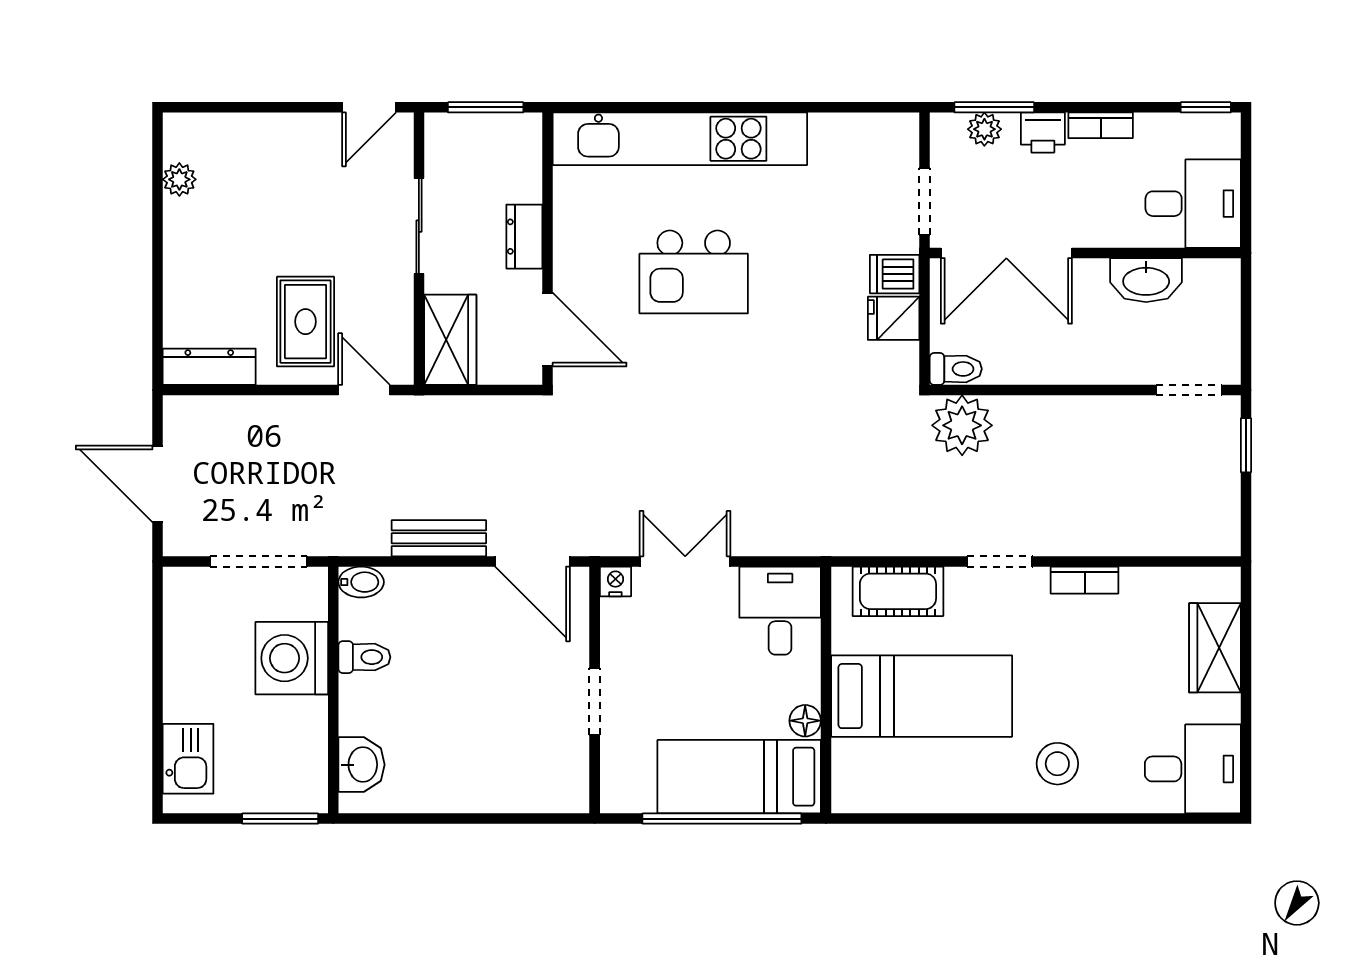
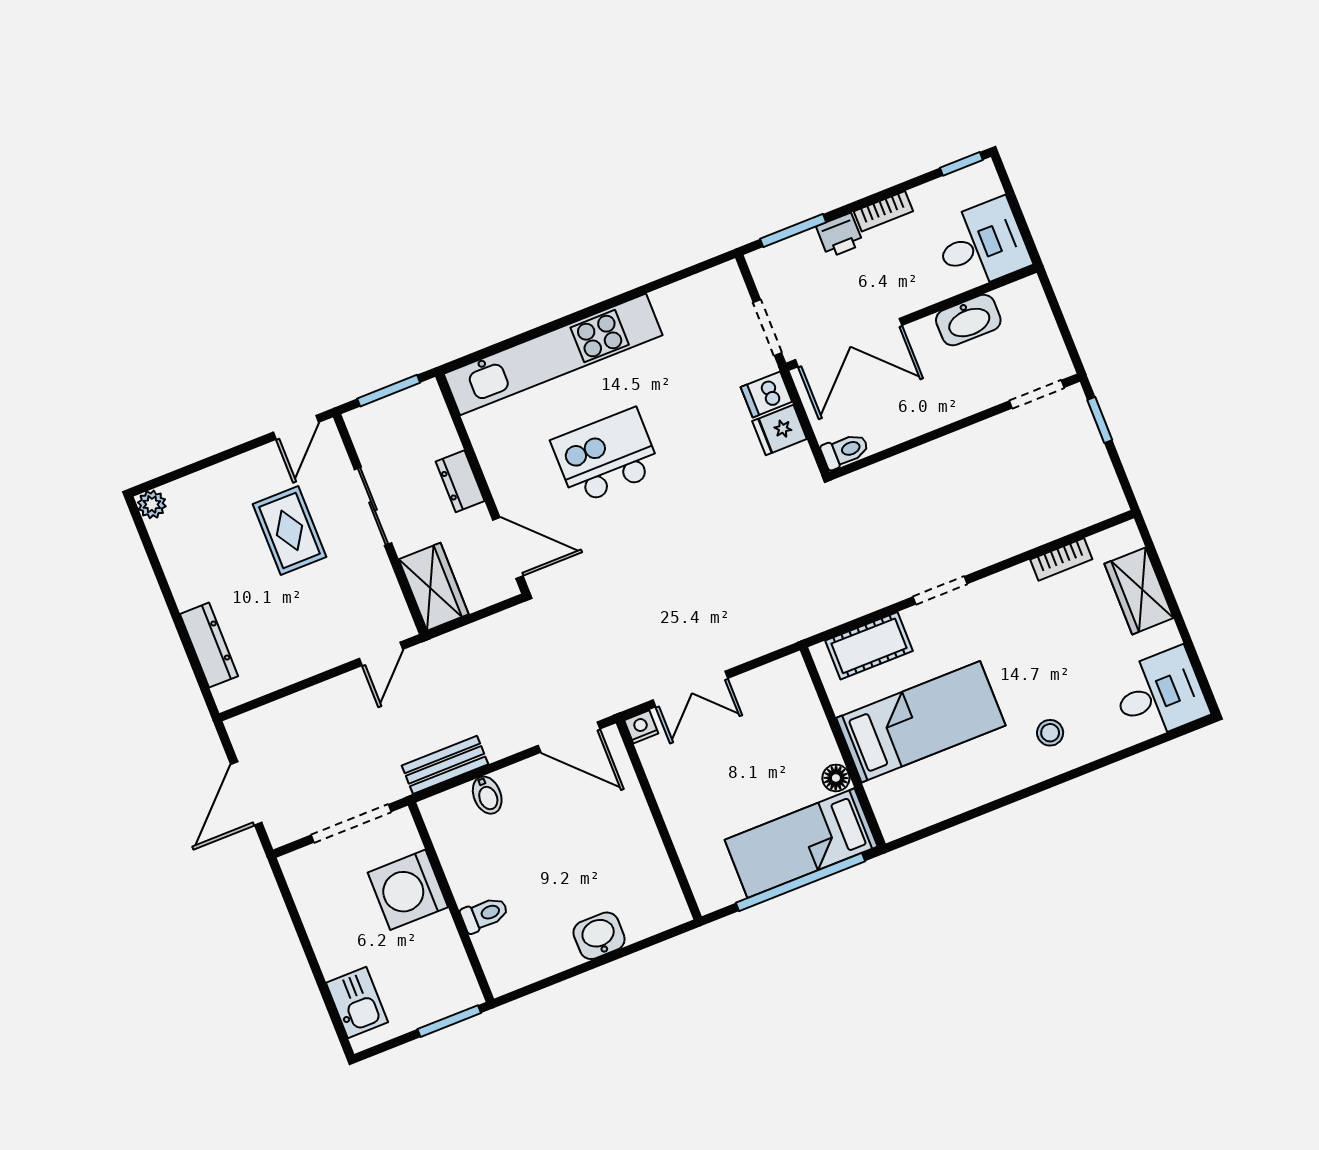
plant: (984, 129) -> (792, 251), removed
plant: (179, 179) -> (152, 504), moved
kitchen island: (694, 272) -> (606, 456), turned 180
rug: (305, 322) -> (289, 530), moved
dresser: (209, 367) -> (209, 645), moved, turned 90
door: (364, 390) -> (381, 654), swing flipped
plant: (962, 425) -> (868, 494), removed
door: (158, 484) -> (246, 793), hinge flipped
bench: (439, 538) -> (445, 765), moved
double door: (685, 561) -> (690, 689), swing flipped
bookcase: (1085, 580) -> (1061, 559), moved
bidet: (361, 582) -> (487, 795), moved, turned 90
desk: (780, 611) -> (781, 698), removed
toilet: (364, 657) -> (484, 914), moved
doorway: (595, 702) -> (662, 829), removed
stool: (1057, 764) -> (1050, 733), width x0.73, depth x0.73
washbasin: (361, 765) -> (599, 936), moved, turned -90

